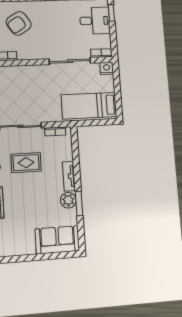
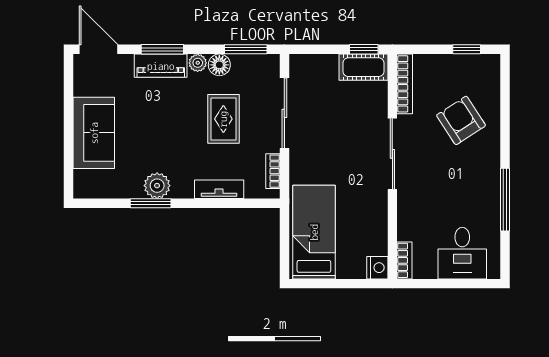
window: (111, 13) -> (475, 284), removed
sliding door: (70, 61) -> (392, 154), moved
tv unit: (69, 176) -> (219, 189), moved
sofa: (57, 240) -> (94, 133), moved

